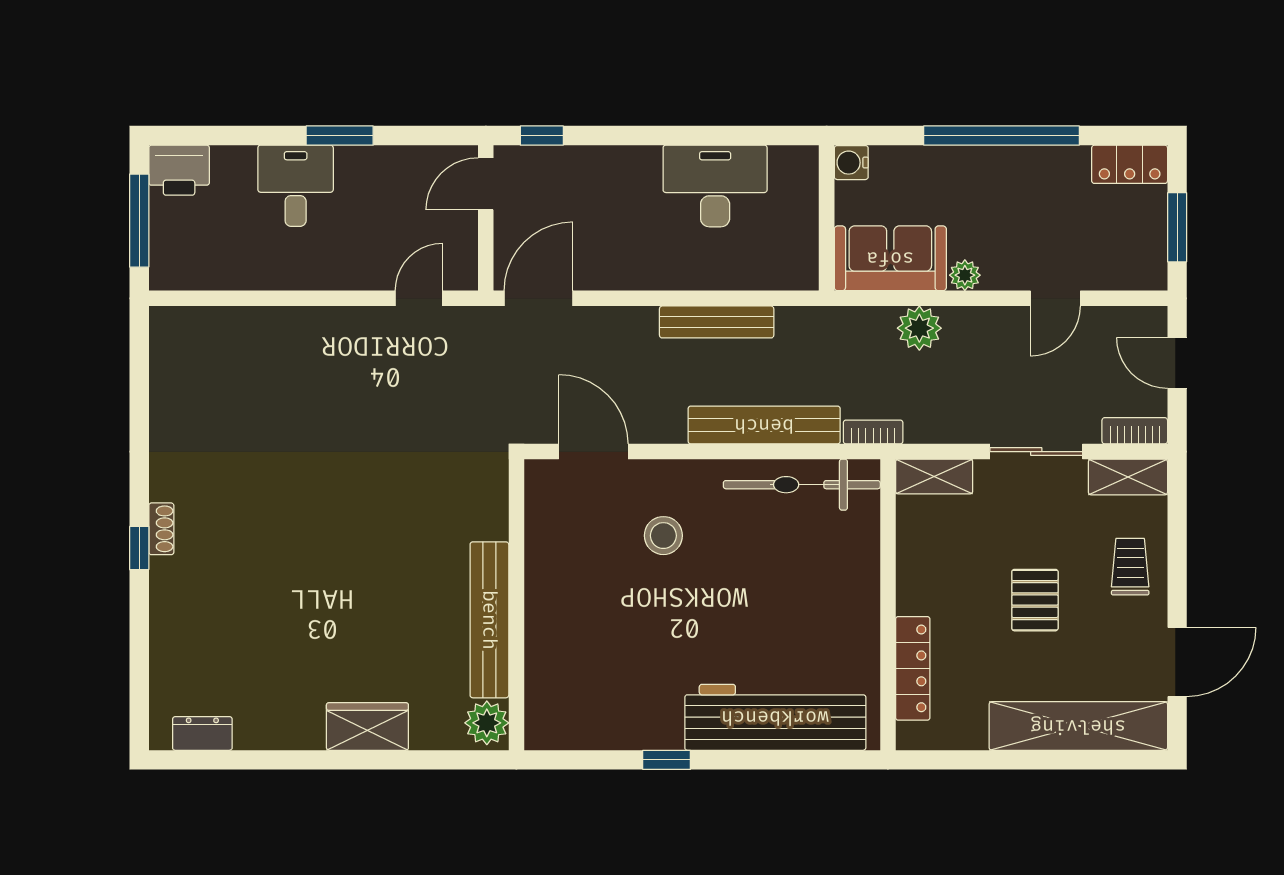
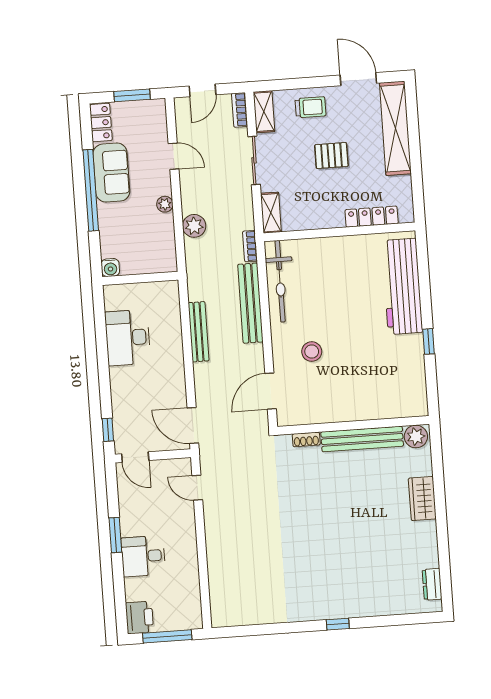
sofa: (890, 258) -> (111, 173), moved, turned 180
shoe rack: (161, 529) -> (306, 439), moved, turned 180
trolley: (1130, 567) -> (310, 107), turned 180

